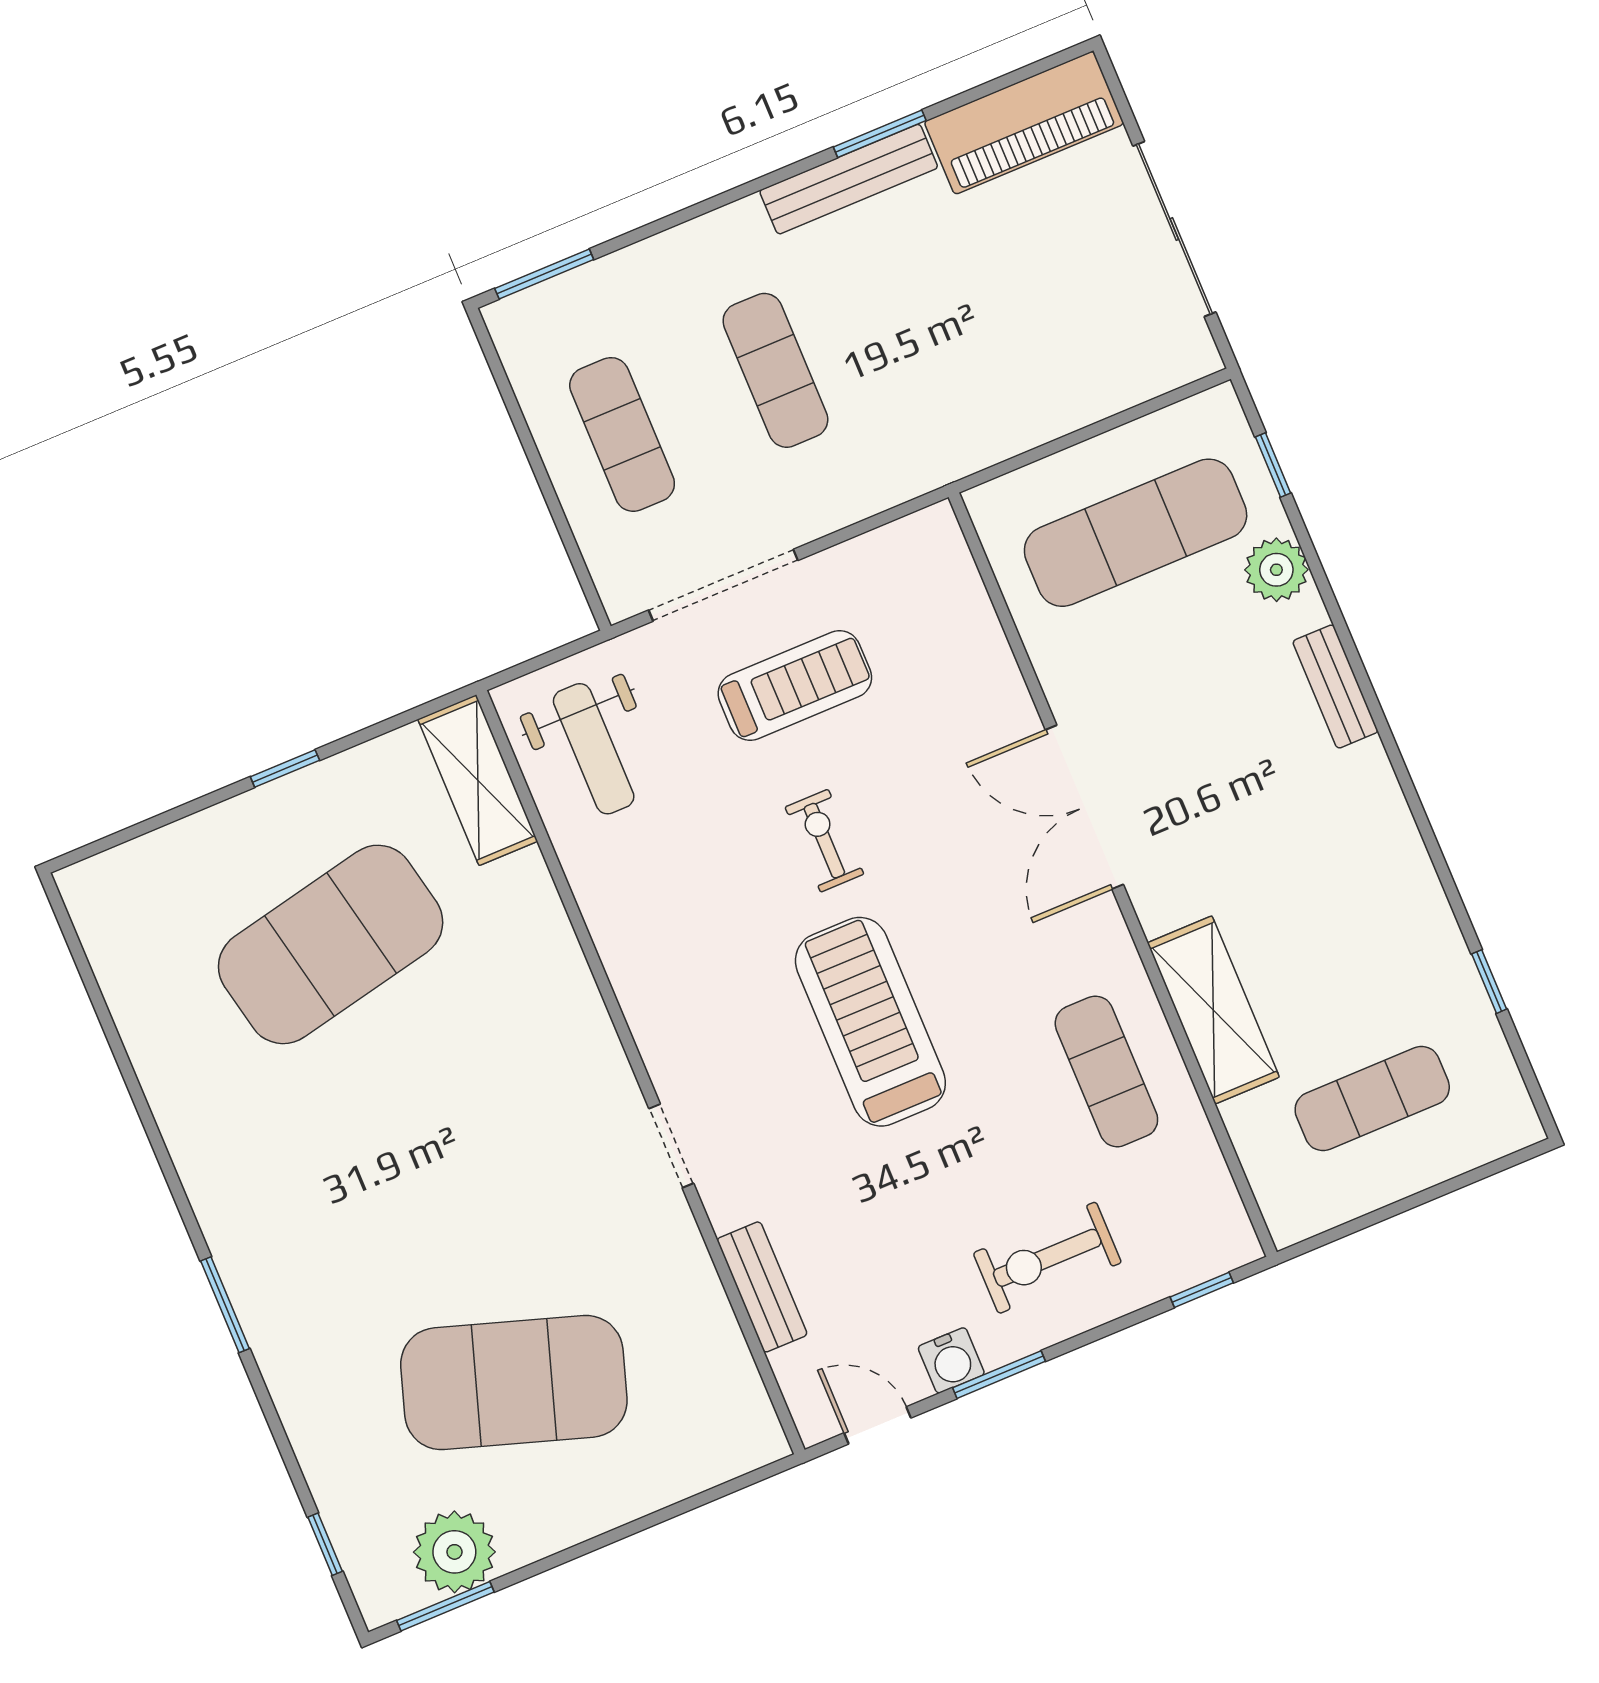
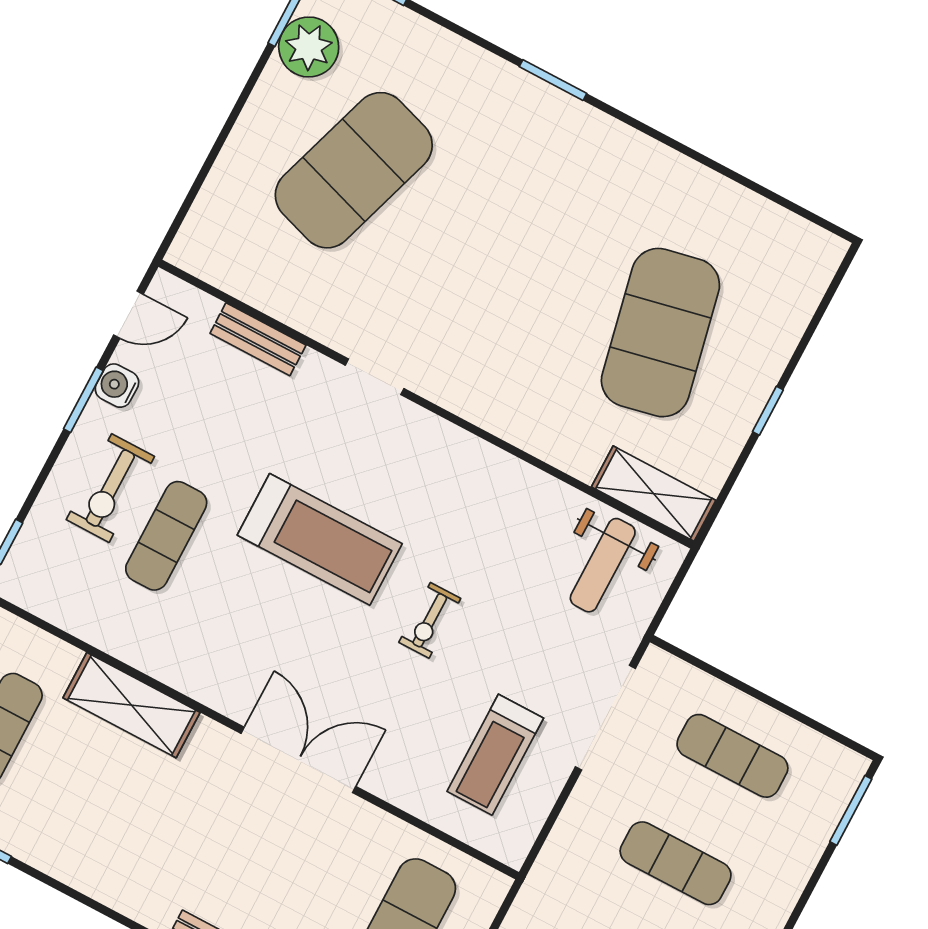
treadmill: (795, 686) -> (495, 755), moved
weight bench: (594, 749) -> (603, 565), turned -90
exercise bike: (824, 841) -> (430, 620), turned 90
exercise mat: (1106, 1071) -> (166, 536), moved, turned 90
exercise bike: (1047, 1258) -> (110, 488), turned 180

